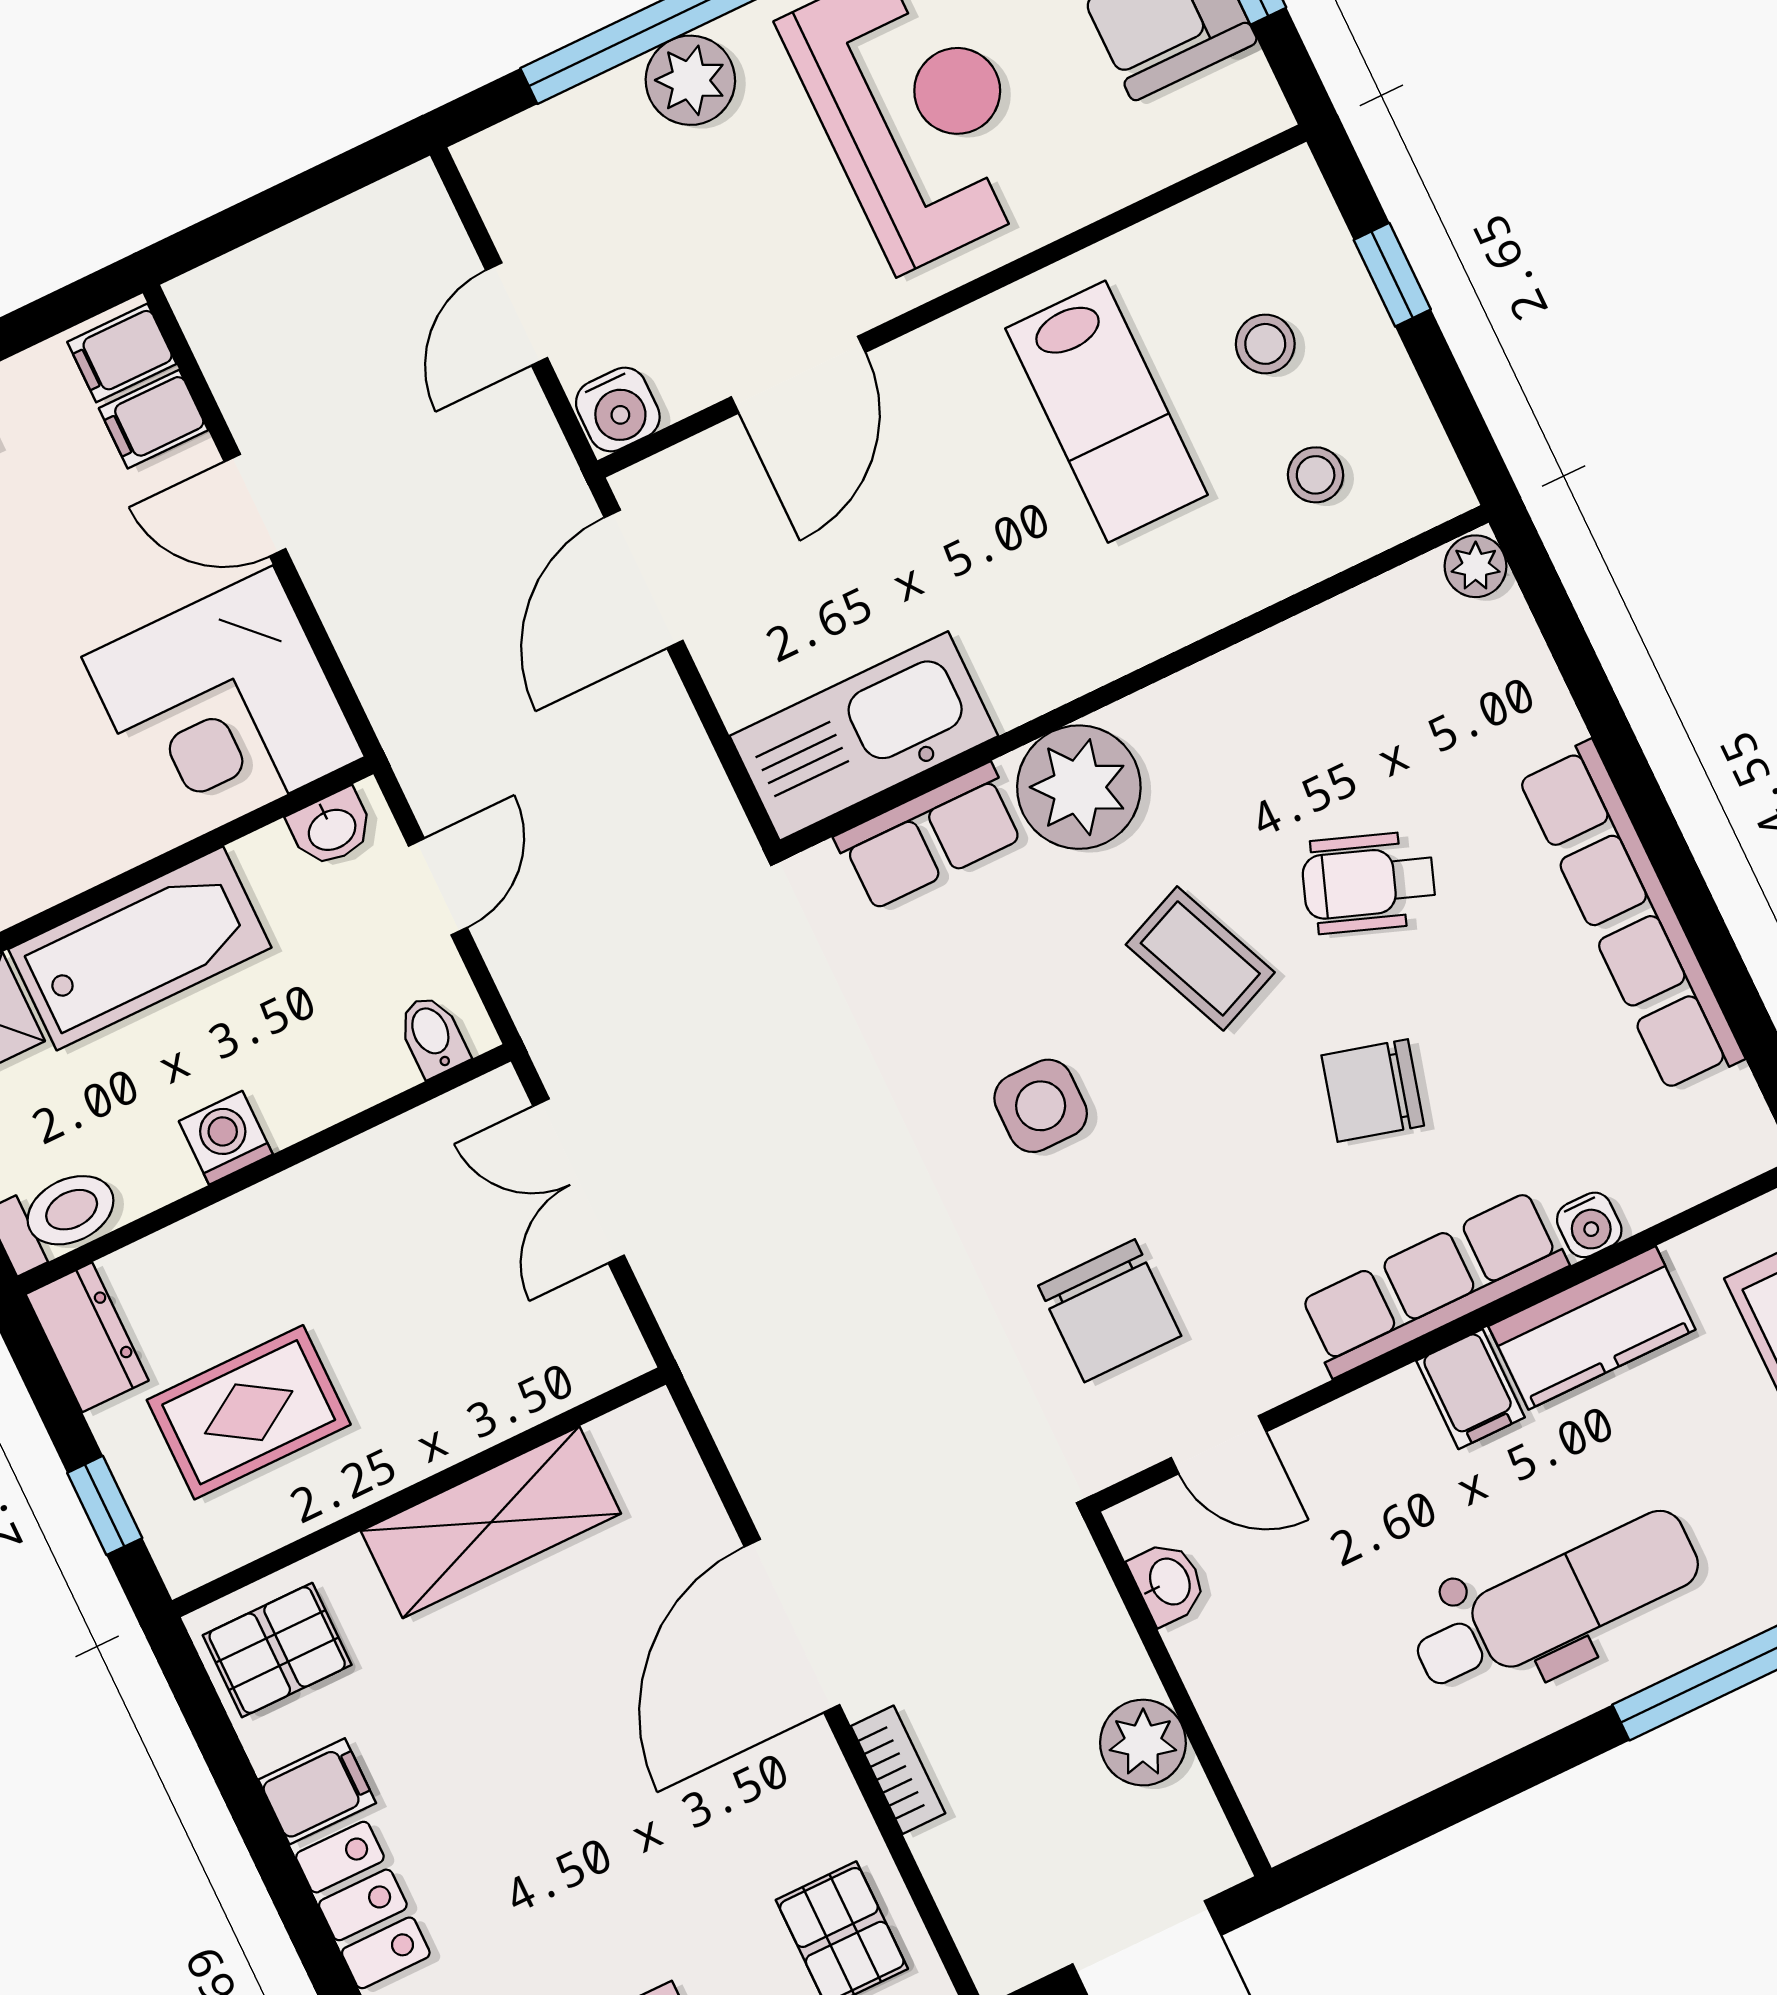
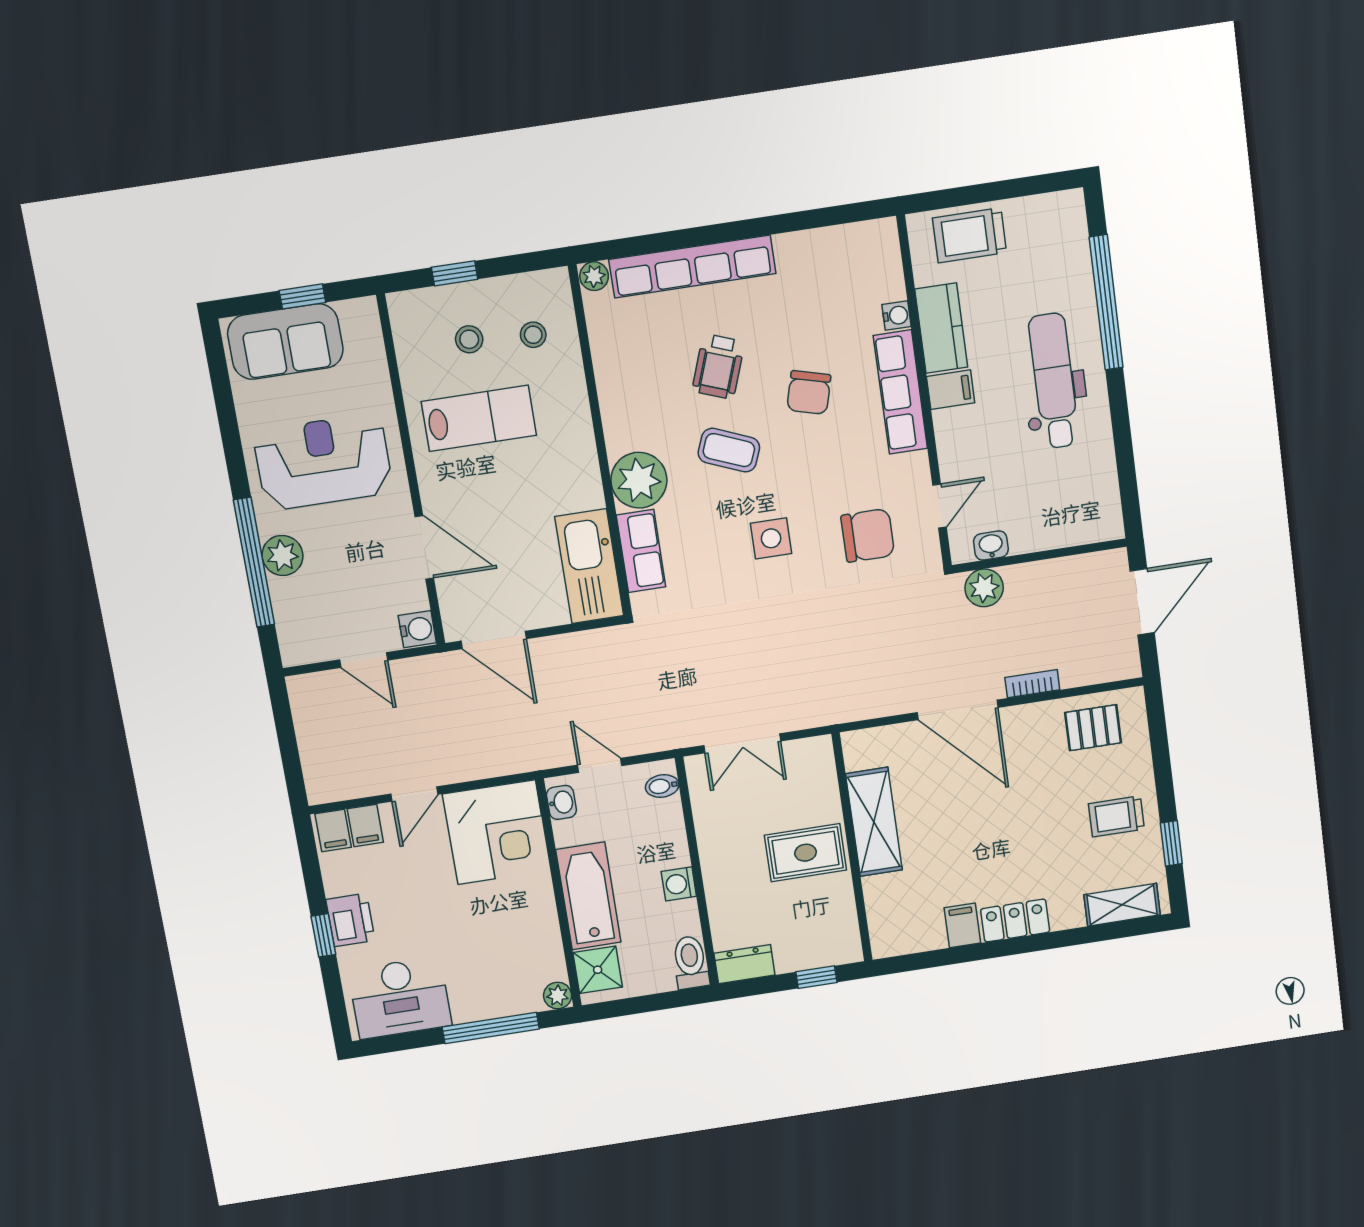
row of seats: (1631, 917) -> (692, 267), moved
coffee table: (1200, 958) -> (729, 450), turned 45
rug: (249, 1412) -> (806, 853), moved, turned 90
pallet: (277, 1650) -> (899, 925), removed
plant: (1143, 1743) -> (984, 588), moved

